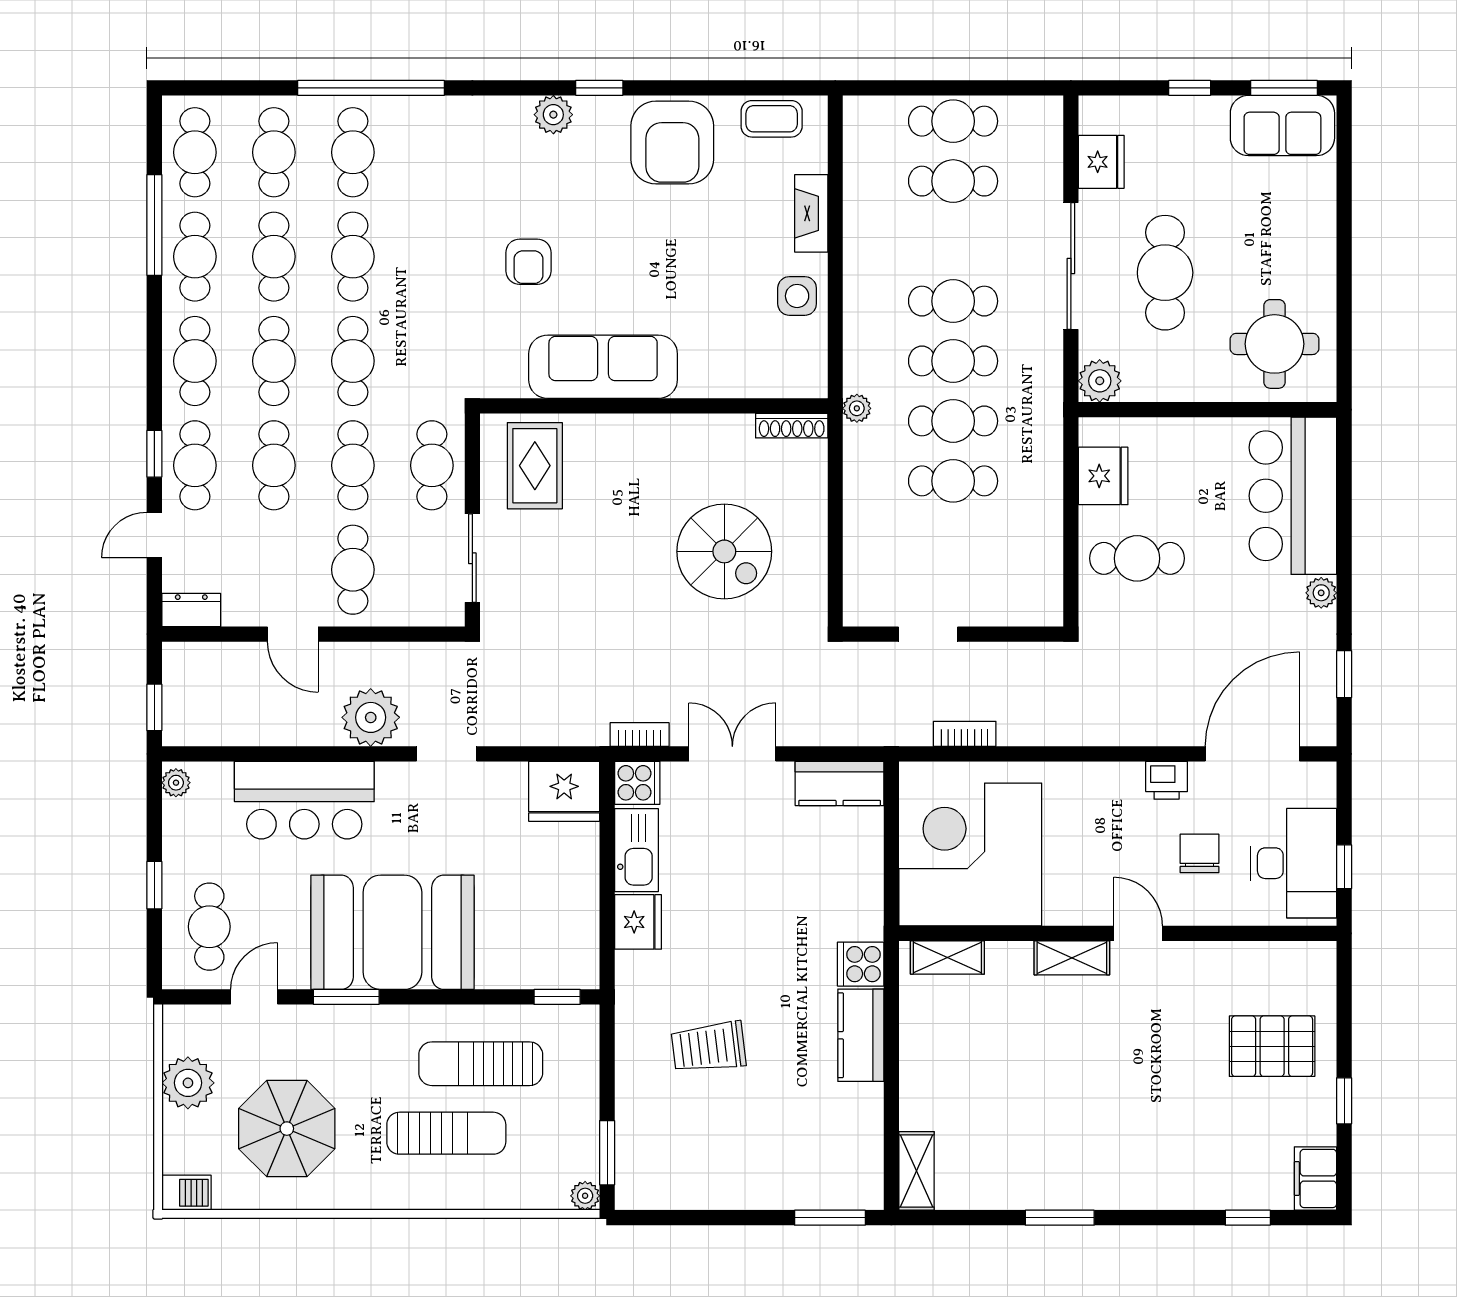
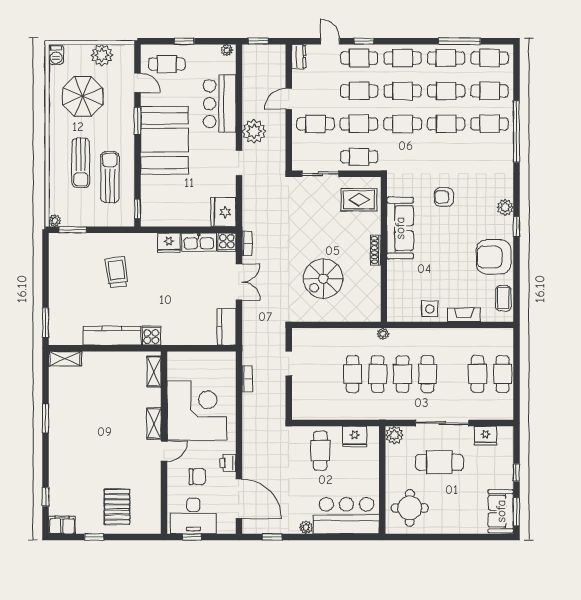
shoe rack: (792, 426) -> (376, 250), moved
corner desk: (970, 854) -> (197, 411), moved
kitchen counter: (861, 1035) -> (112, 336), width x1.50

